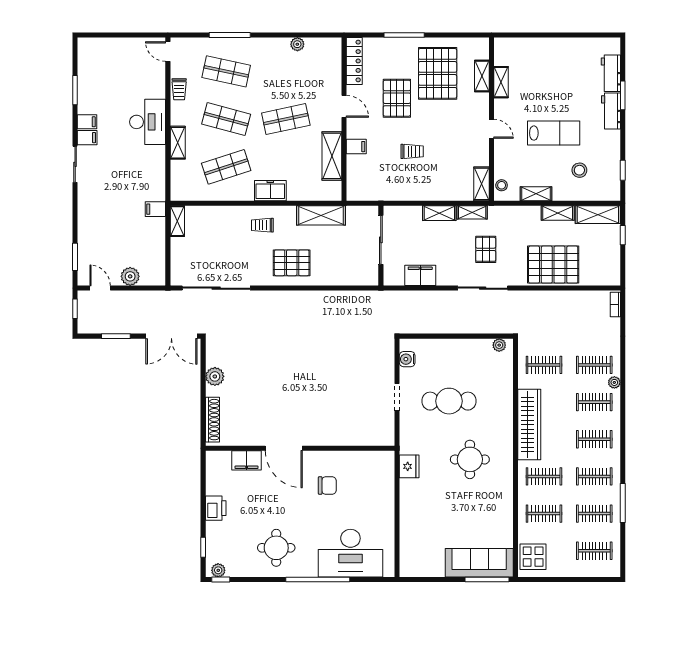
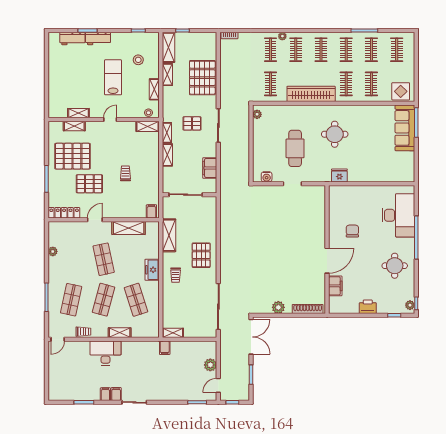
filing cabinet: (356, 147) -> (151, 211), moved

